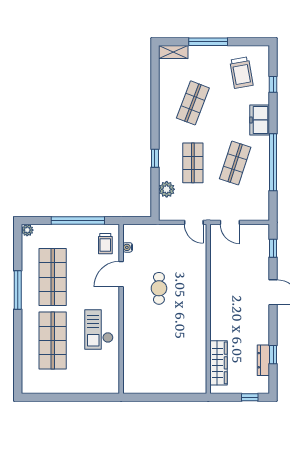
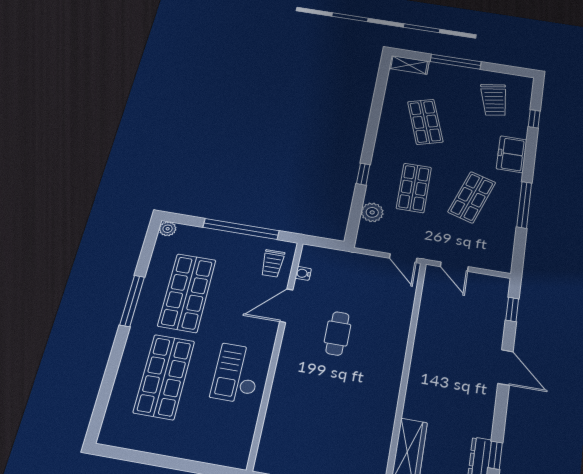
shop shelf: (193, 103) -> (425, 122), turned -39
window: (273, 162) -> (524, 205), width x0.68

